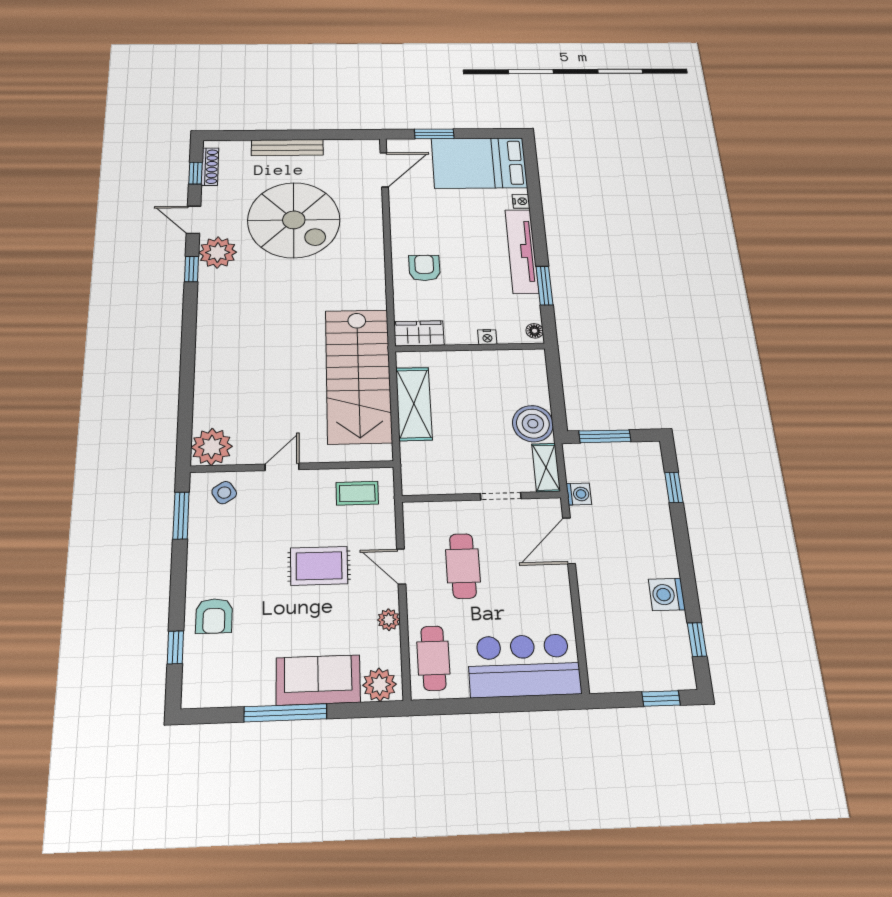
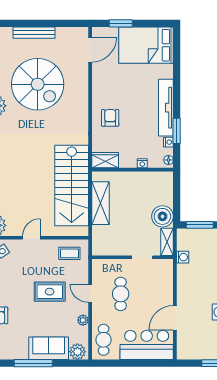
nightstand: (521, 201) -> (168, 142), moved
door: (569, 541) -> (175, 318), moved

